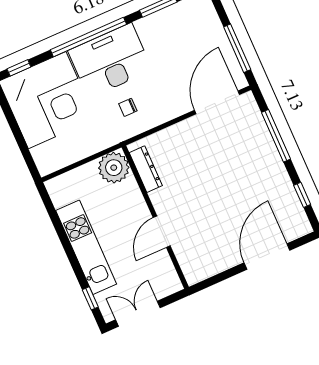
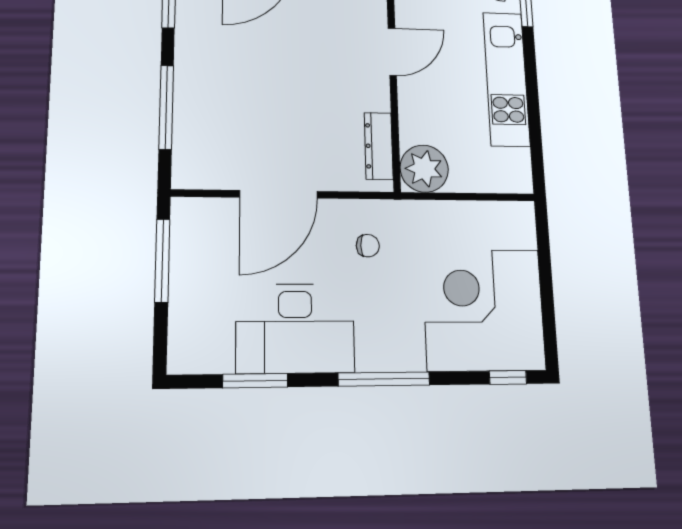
window: (88, 37) -> (384, 379), width x0.68
desk: (110, 60) -> (295, 328), moved
door: (217, 102) -> (279, 194), moved

